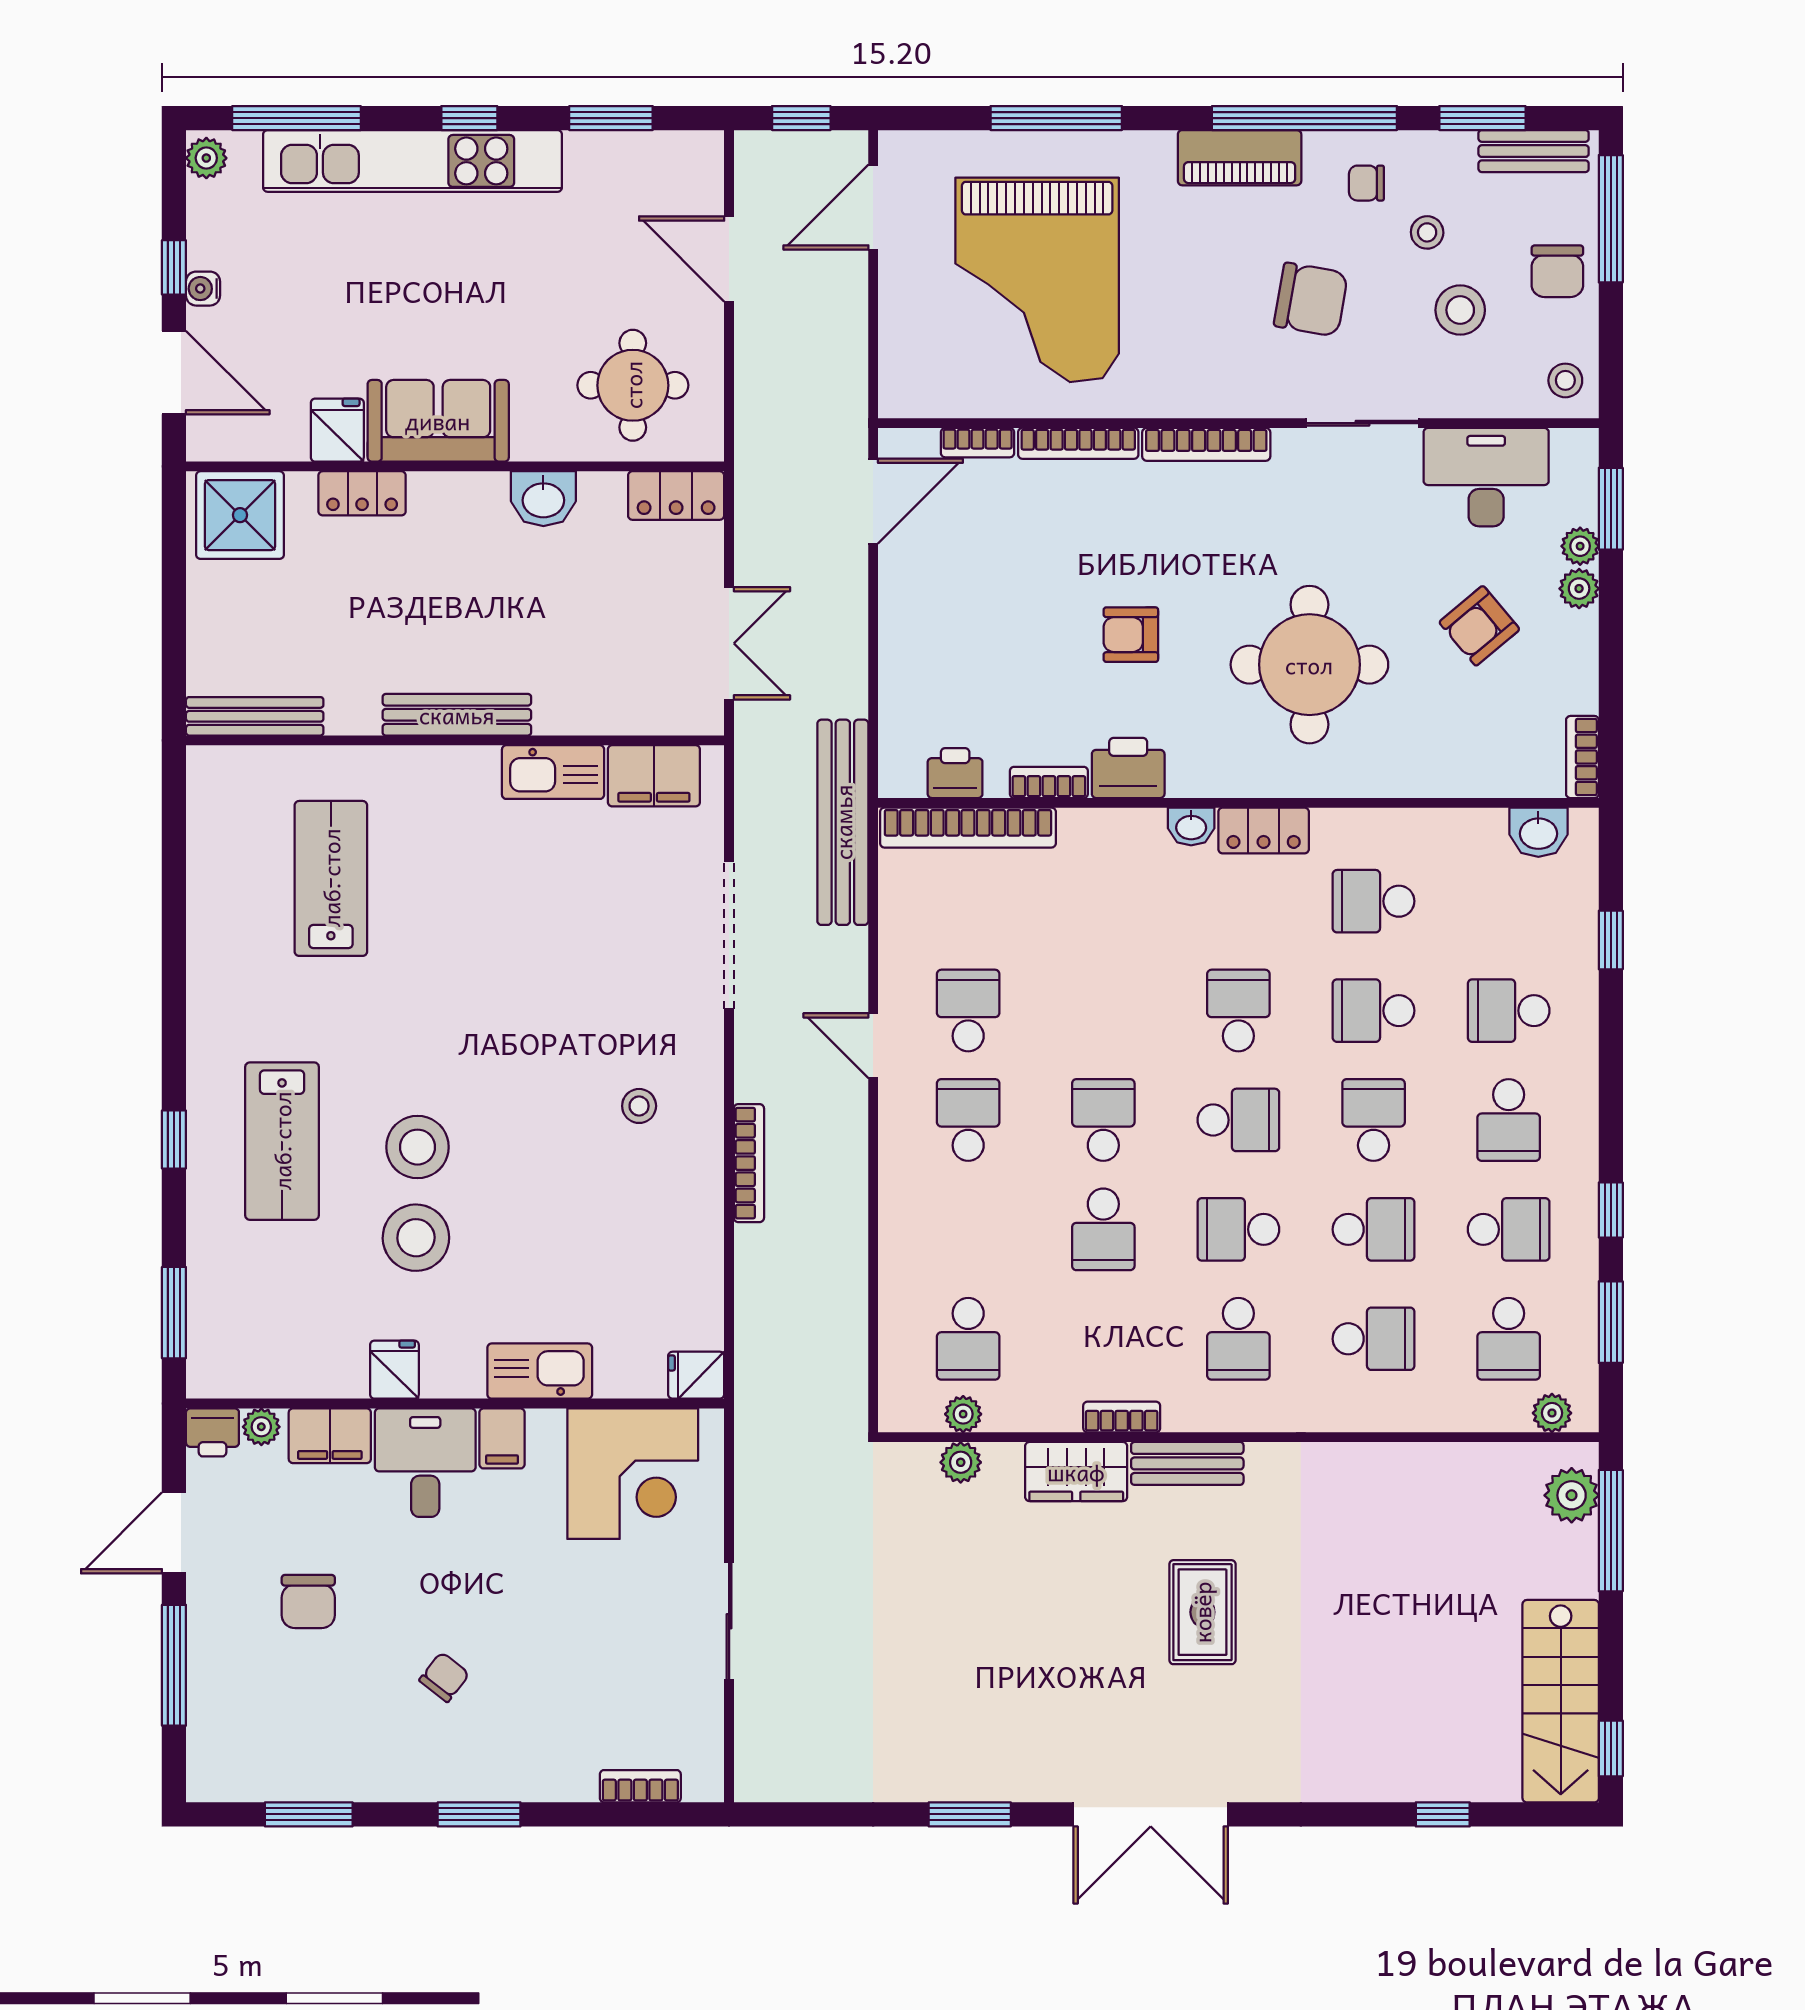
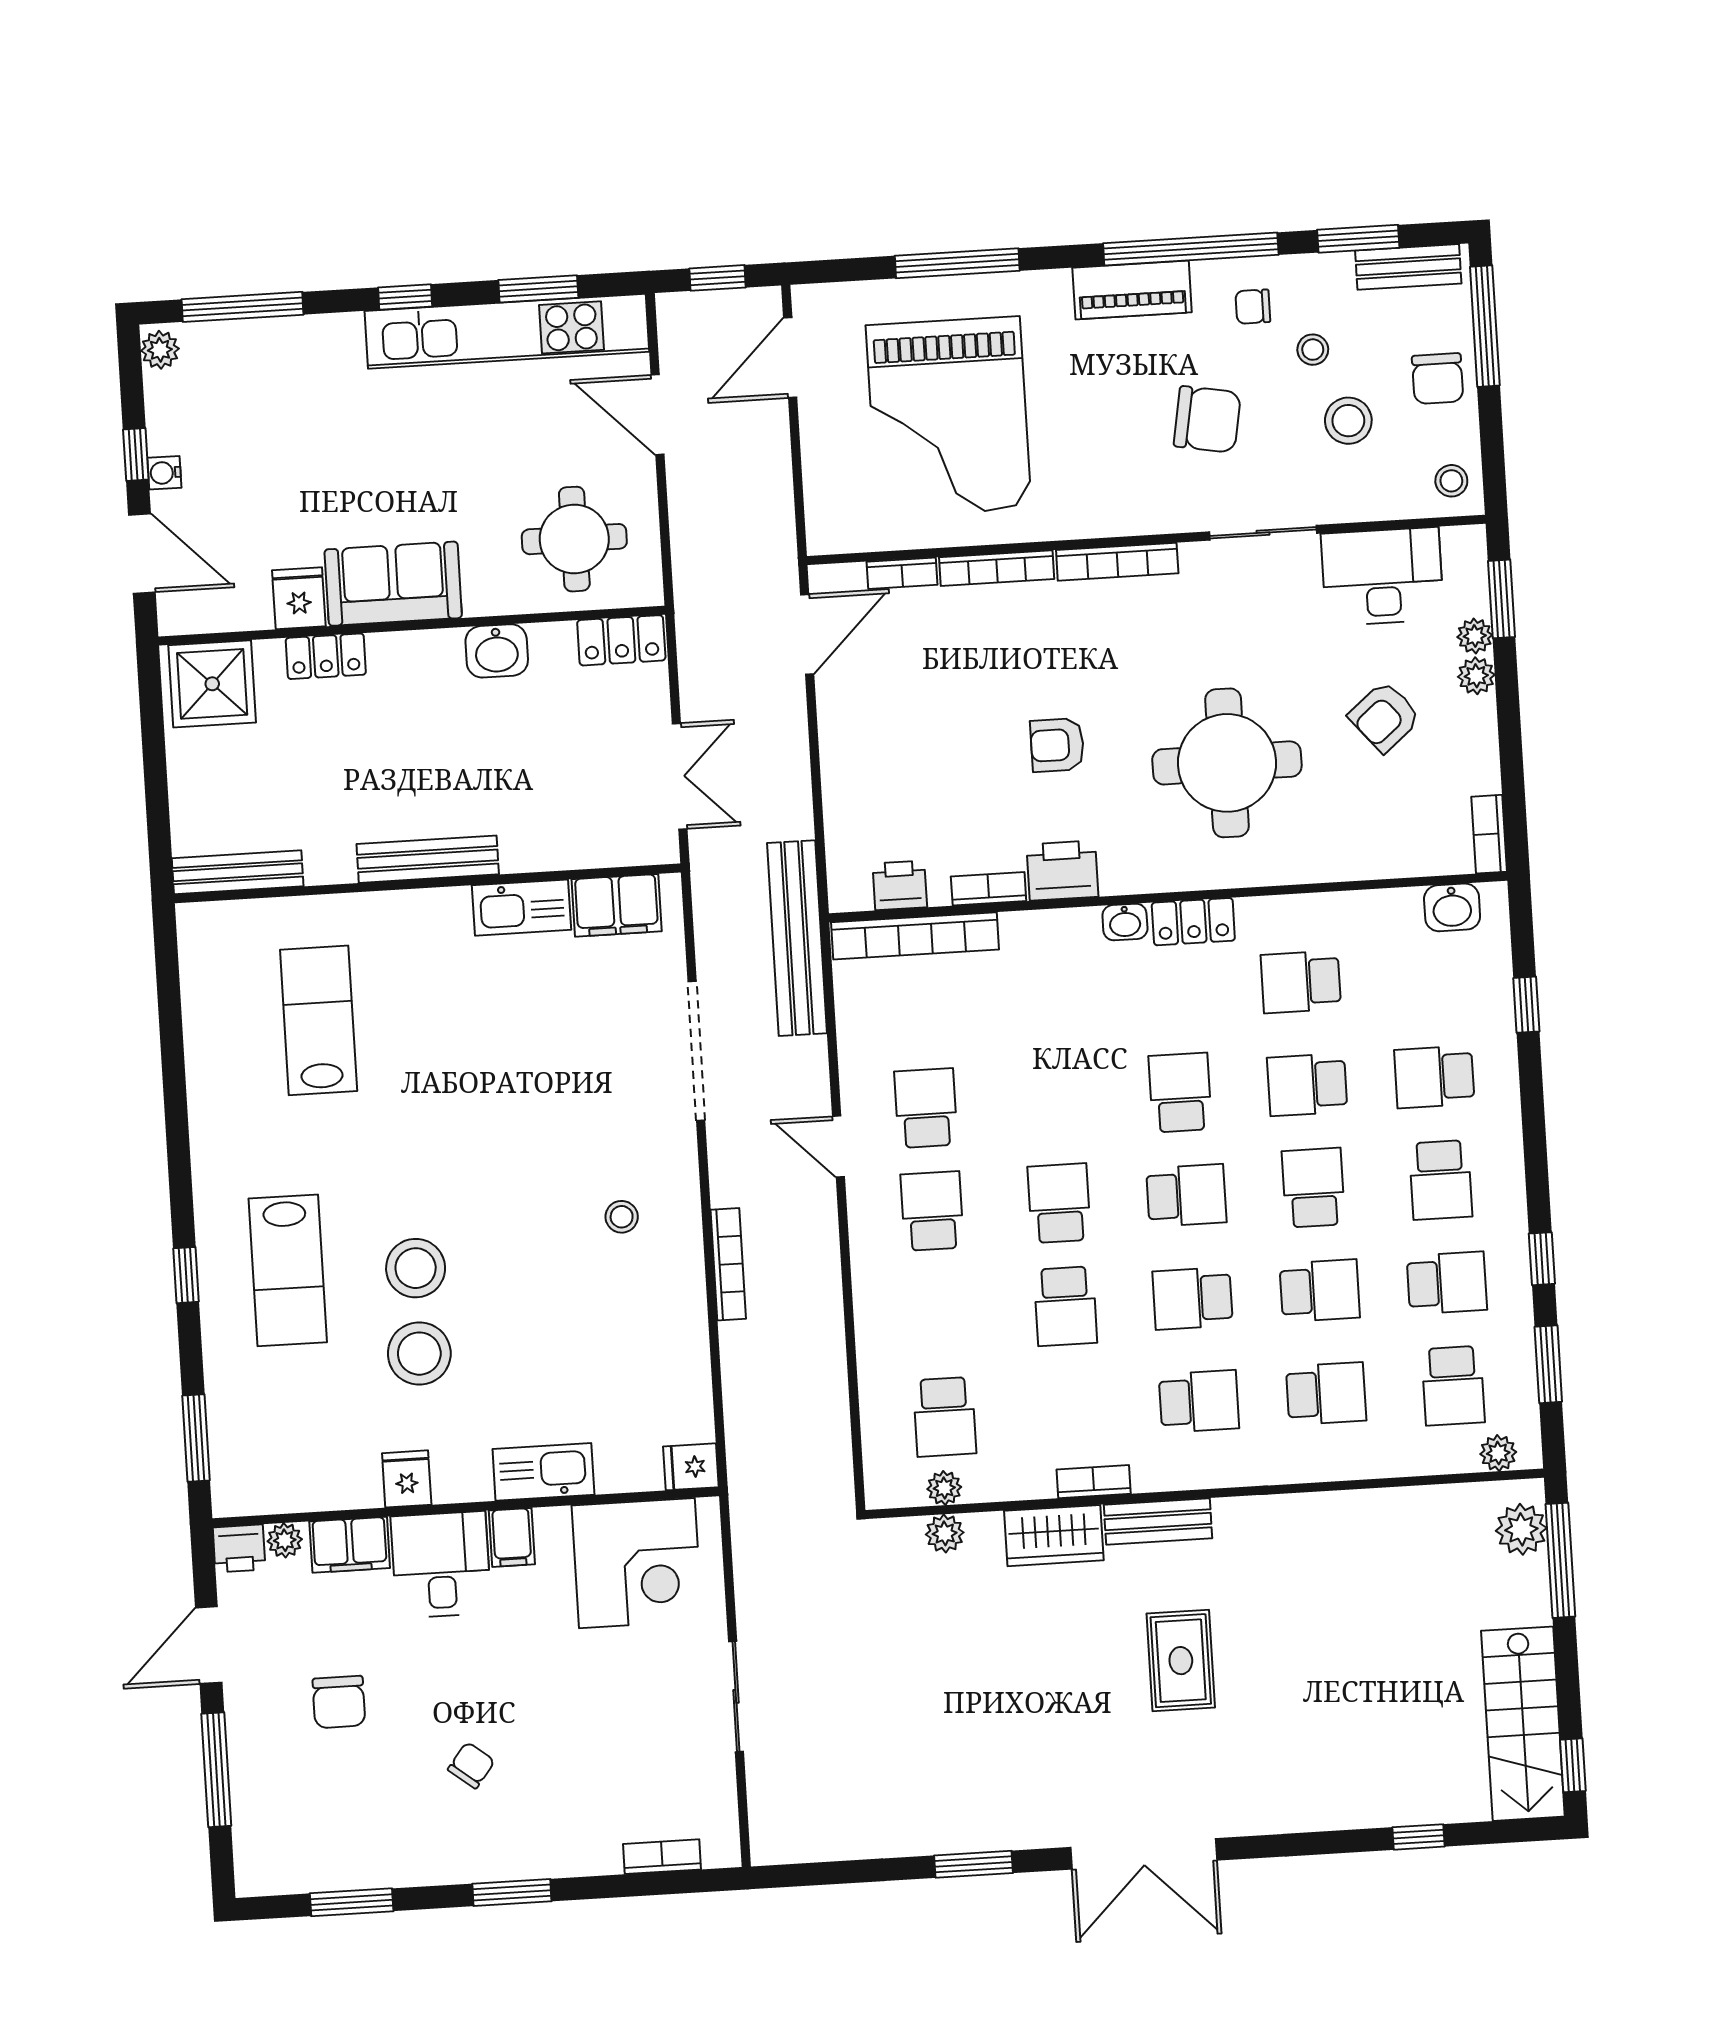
kitchen unit: (413, 161) -> (507, 331), moved
school desk: (1238, 1339) -> (1199, 1401), turned -90

